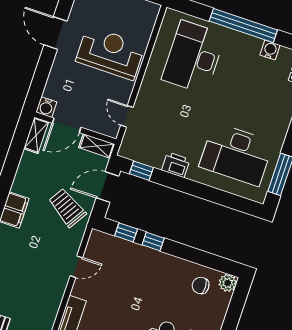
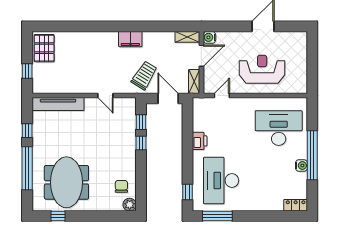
water cooler: (270, 50) -> (301, 165), moved
reception desk: (110, 53) -> (262, 69), turned -90
door: (67, 125) -> (201, 56), swing flipped
window: (141, 171) -> (187, 192), moved

